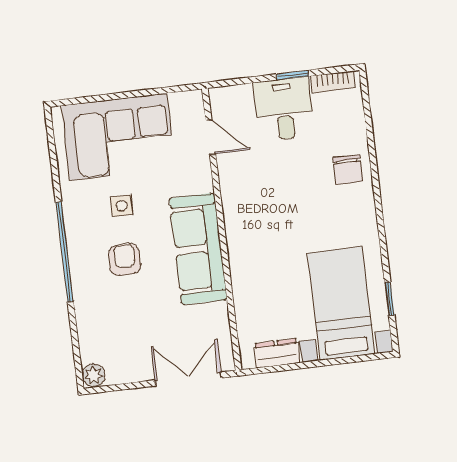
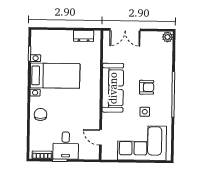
armchair: (125, 260) -> (147, 87), turned -90
bed with nightstands: (341, 303) -> (55, 76), moved, turned -90

